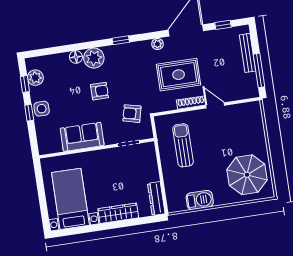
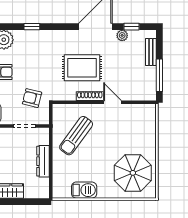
plant: (157, 44) -> (122, 35), moved
bench: (248, 53) -> (151, 52), width x0.73
sun lounger: (183, 145) -> (76, 136), turned -144
dresser: (156, 198) -> (43, 161), moved

